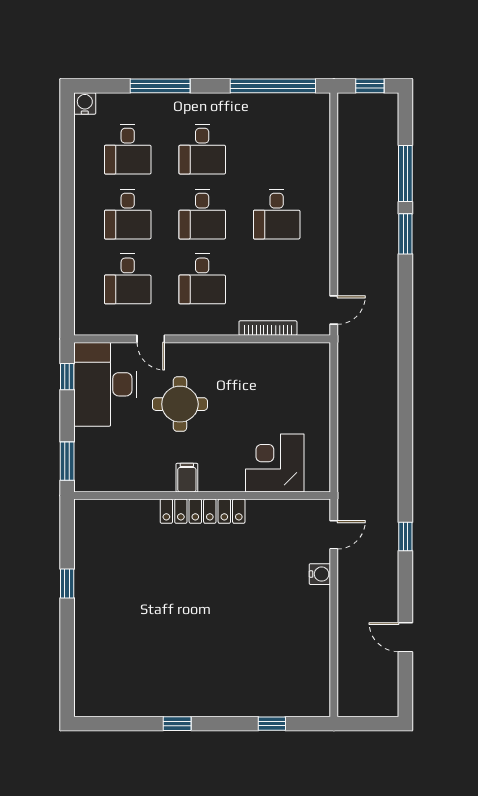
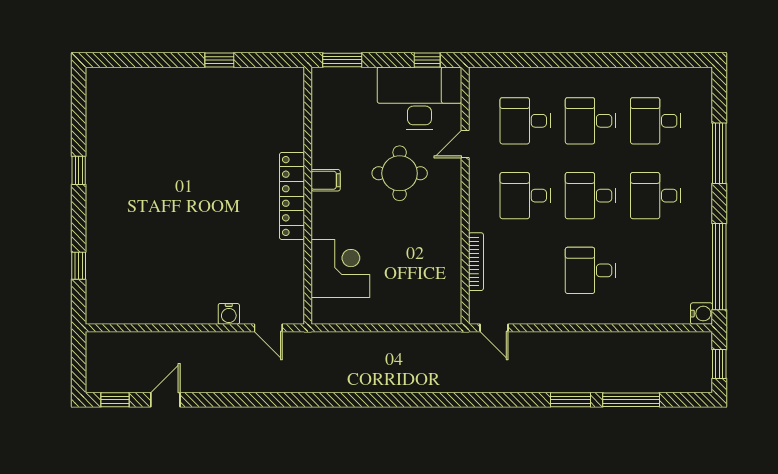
water cooler: (85, 103) -> (702, 314), moved
window: (405, 537) -> (115, 400), moved

